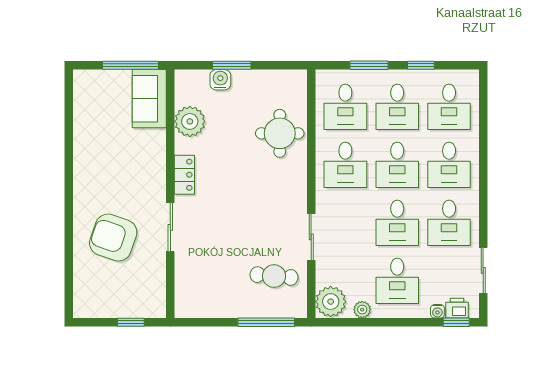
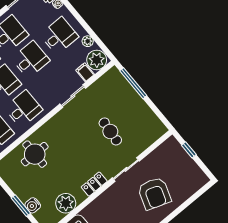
filing cabinet: (328, 275) -> (85, 72), added
cafe table: (274, 276) -> (110, 131), moved

